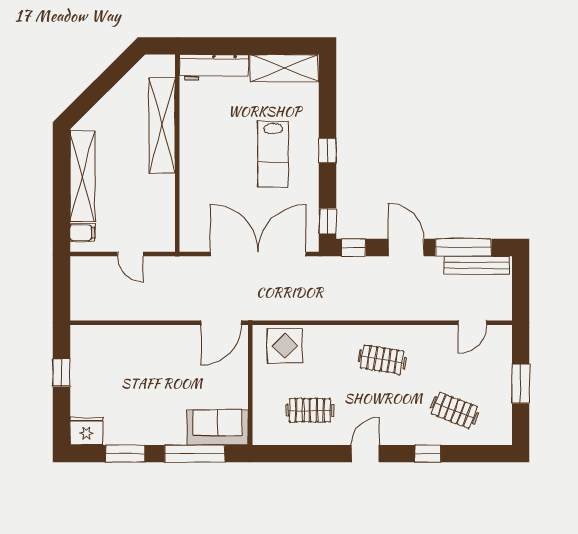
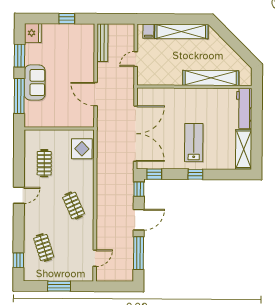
lab bench: (273, 154) -> (194, 143), turned 90
bench: (477, 265) -> (102, 43), moved
door: (221, 323) -> (96, 94), moved
door: (472, 323) -> (95, 258), swing flipped
clothes rail: (382, 360) -> (74, 206), turned -33
clothes rail: (455, 410) -> (44, 247), turned -39
sofa: (218, 427) -> (35, 82), moved
door: (365, 454) -> (19, 195), hinge flipped
window: (428, 454) -> (18, 260), moved

